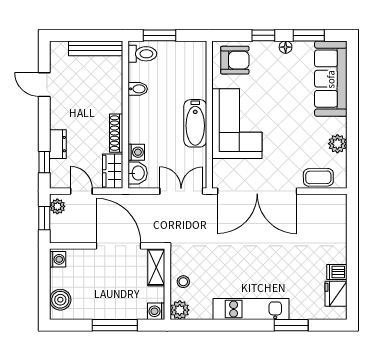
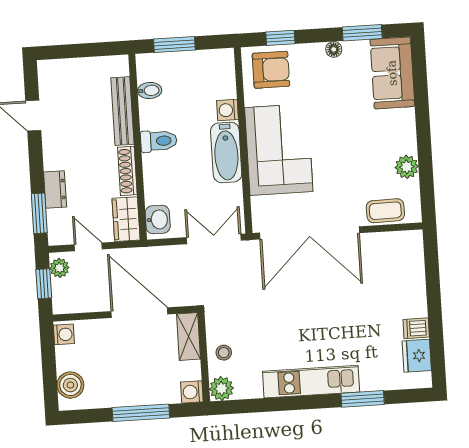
window: (263, 35) -> (280, 38), moved
bench: (96, 48) -> (122, 111), moved, turned 90
toilet: (142, 54) -> (159, 141), moved
sofa: (331, 79) -> (392, 73), width x0.73
bidet: (138, 89) -> (150, 90), moved
washing machine: (136, 152) -> (227, 110), moved, turned 180
window: (44, 162) -> (39, 213), width x1.50

